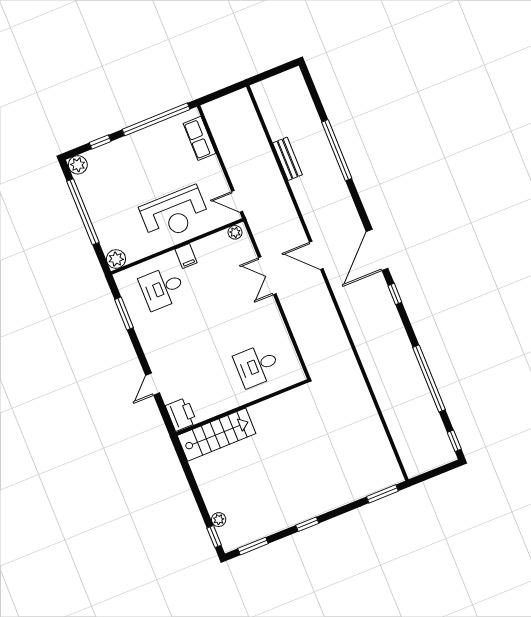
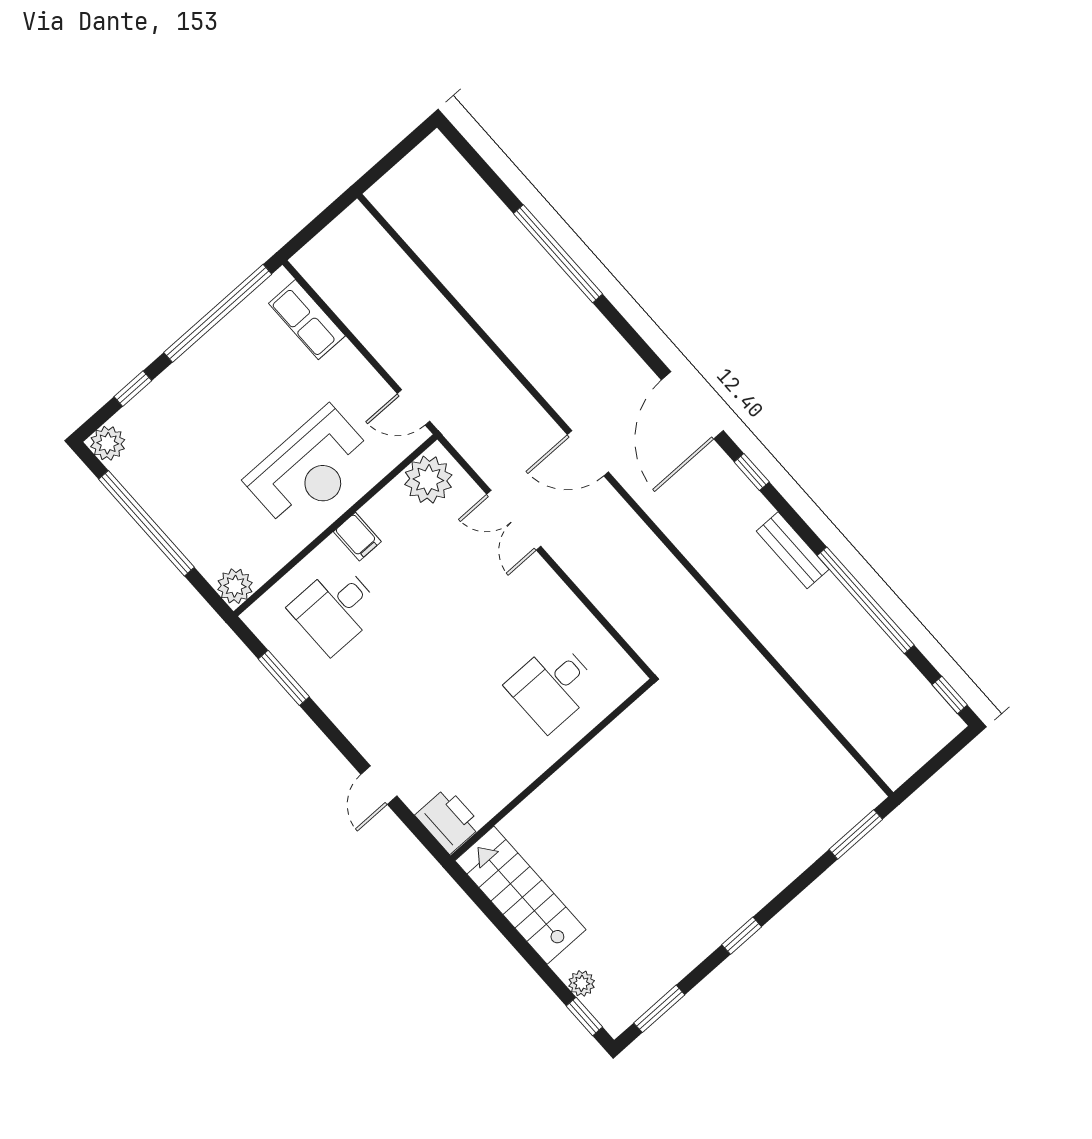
bench: (288, 159) -> (793, 550), moved
plant: (235, 232) -> (428, 480), width x1.88, depth x1.88
stairs: (217, 435) -> (521, 895), moved, turned -90

